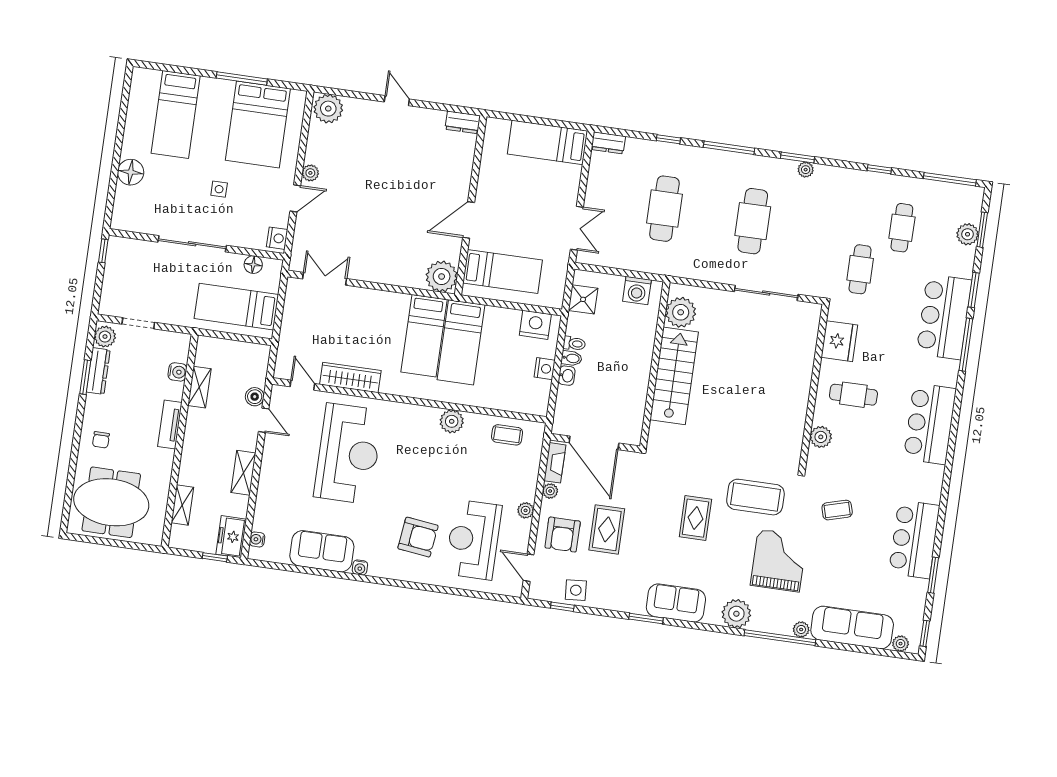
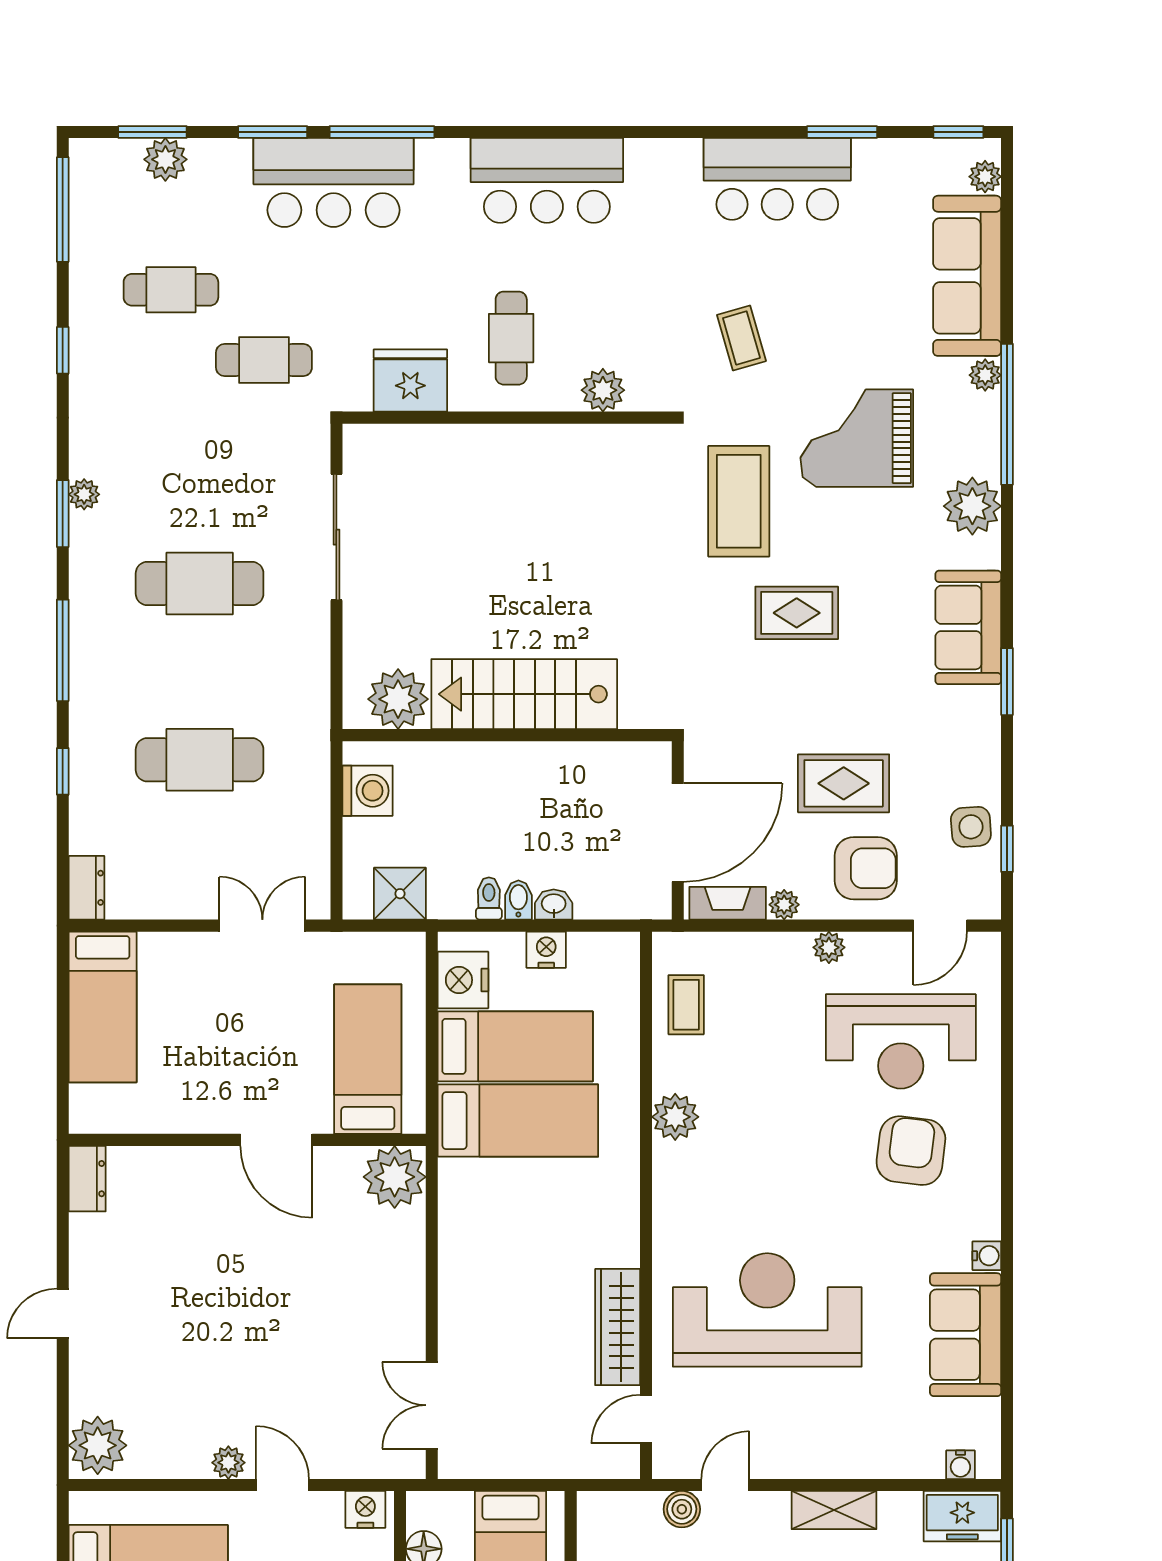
bed: (424, 336) -> (515, 1046), moved

